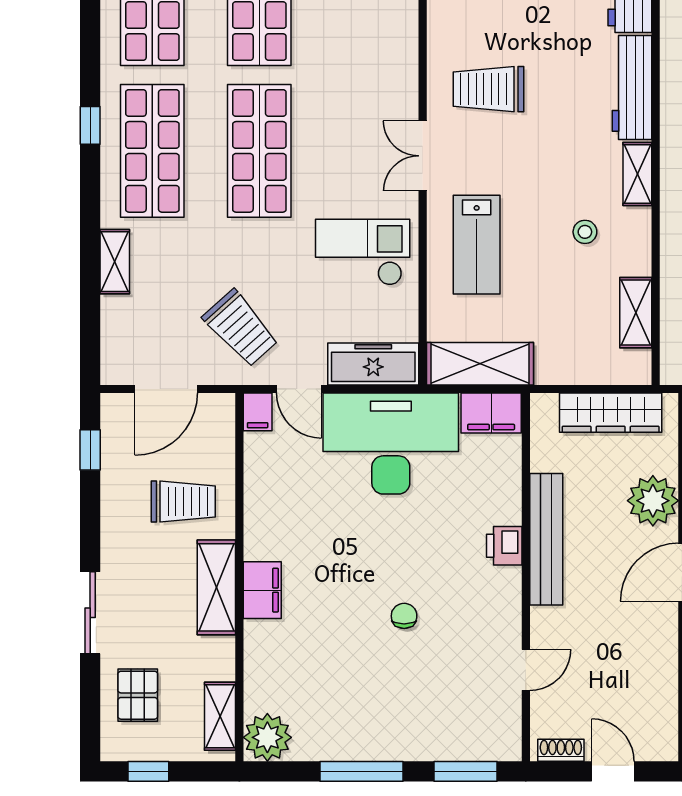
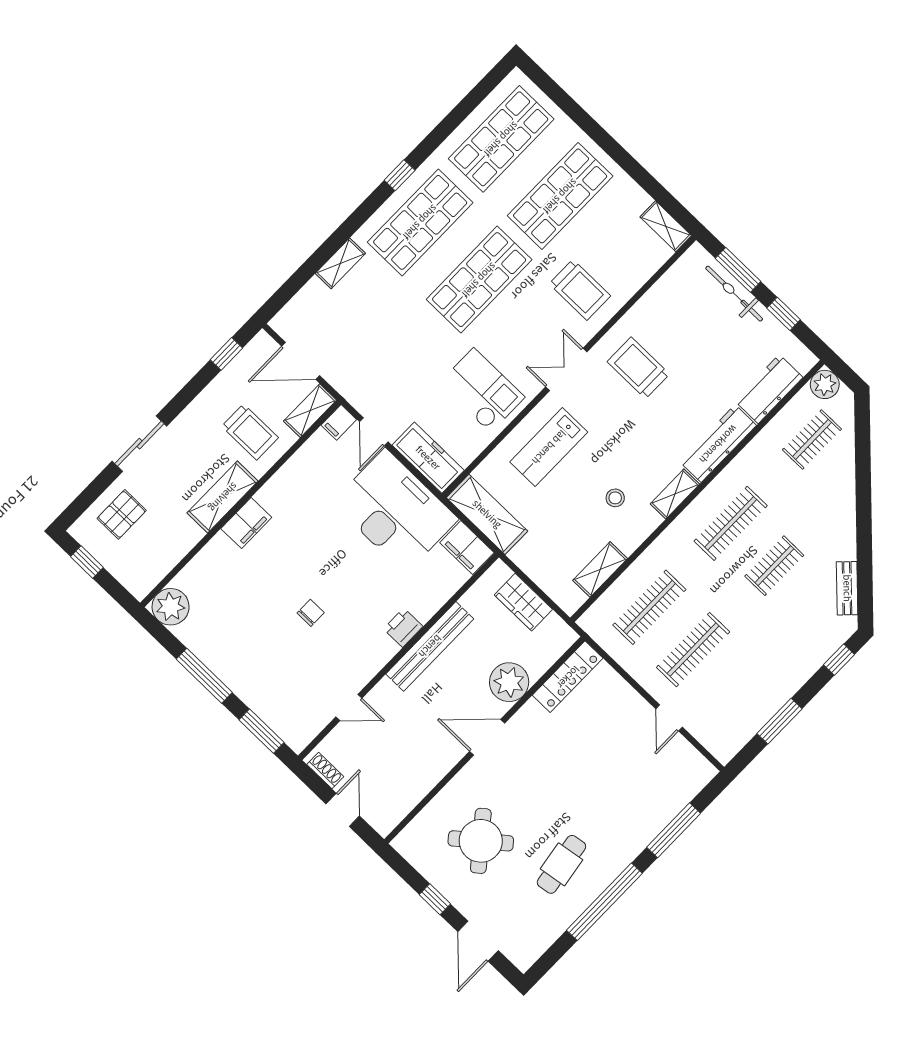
trolley: (241, 328) -> (580, 290), moved, turned -48
wardrobe: (611, 413) -> (523, 602), width x0.67
shelving: (220, 716) -> (310, 411), moved

